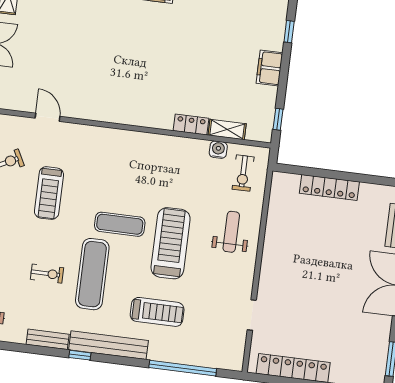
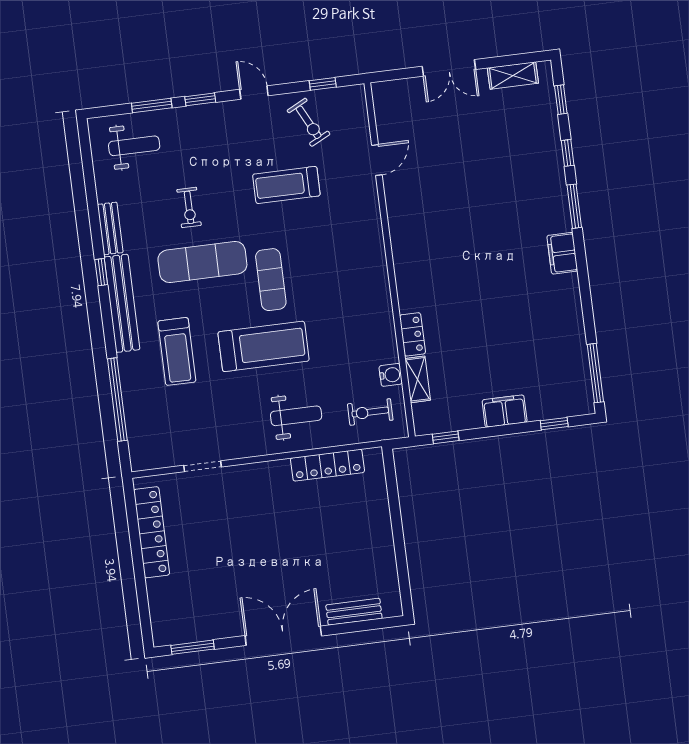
locker: (329, 187) -> (327, 465), moved, turned -90

